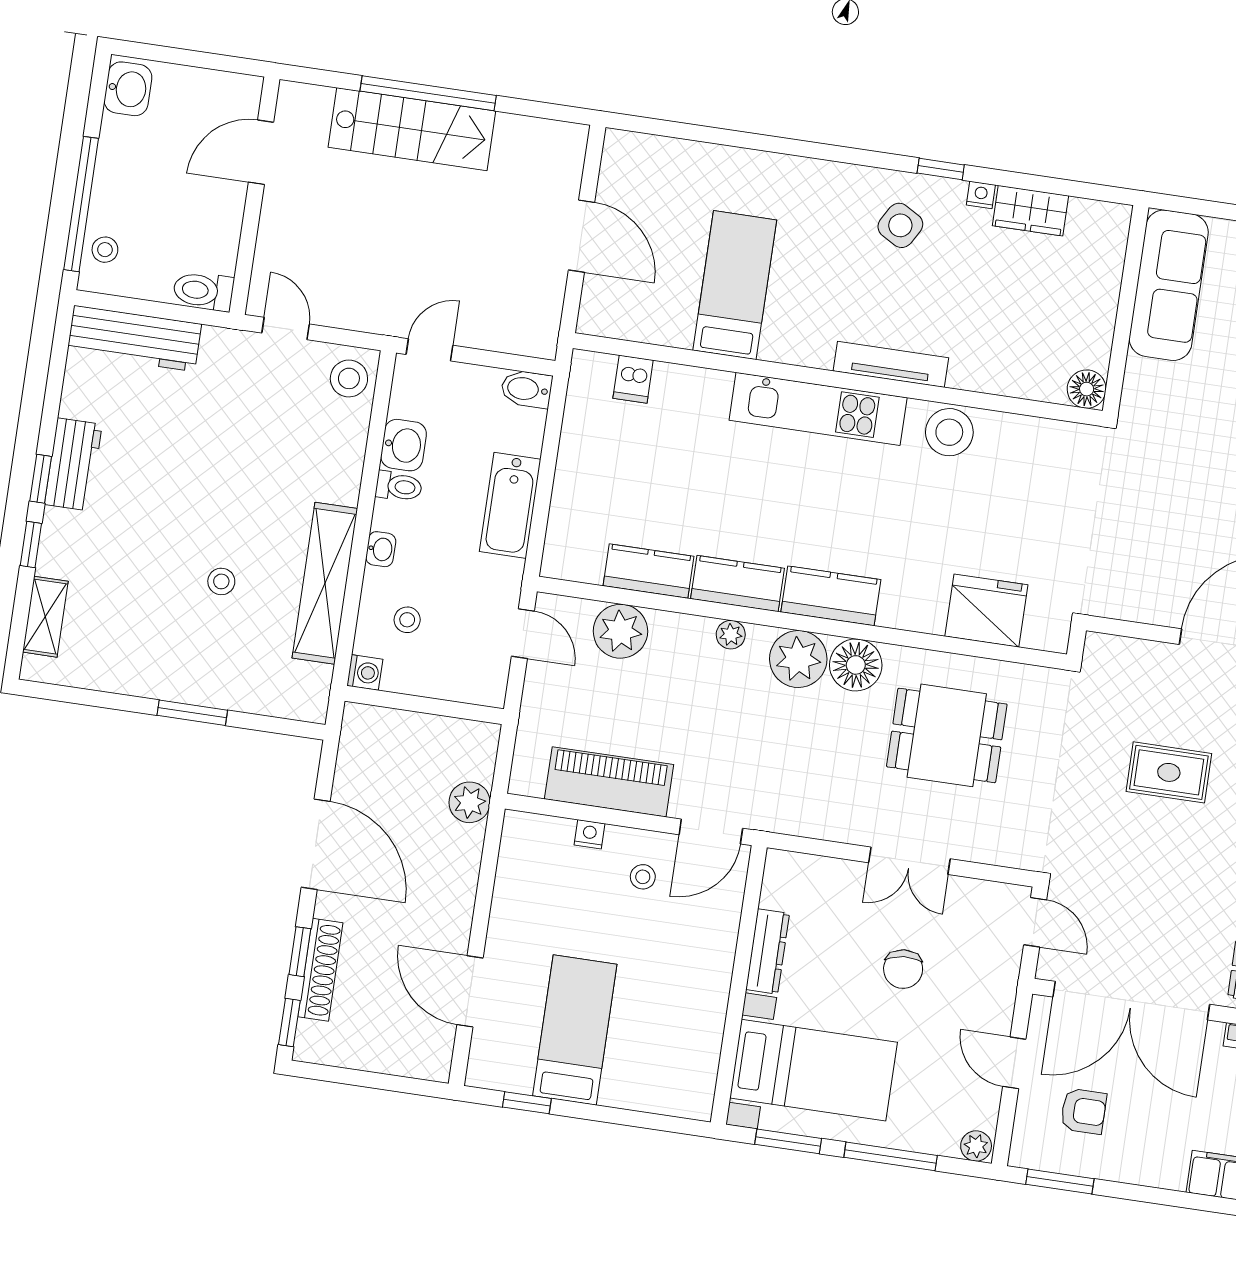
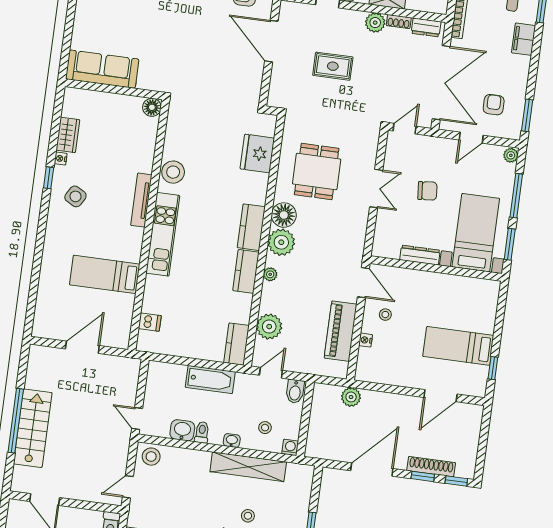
bidet: (526, 389) -> (295, 391), moved
kitchen counter: (649, 571) -> (236, 344), moved
rug: (1169, 772) -> (333, 66), turned 90

